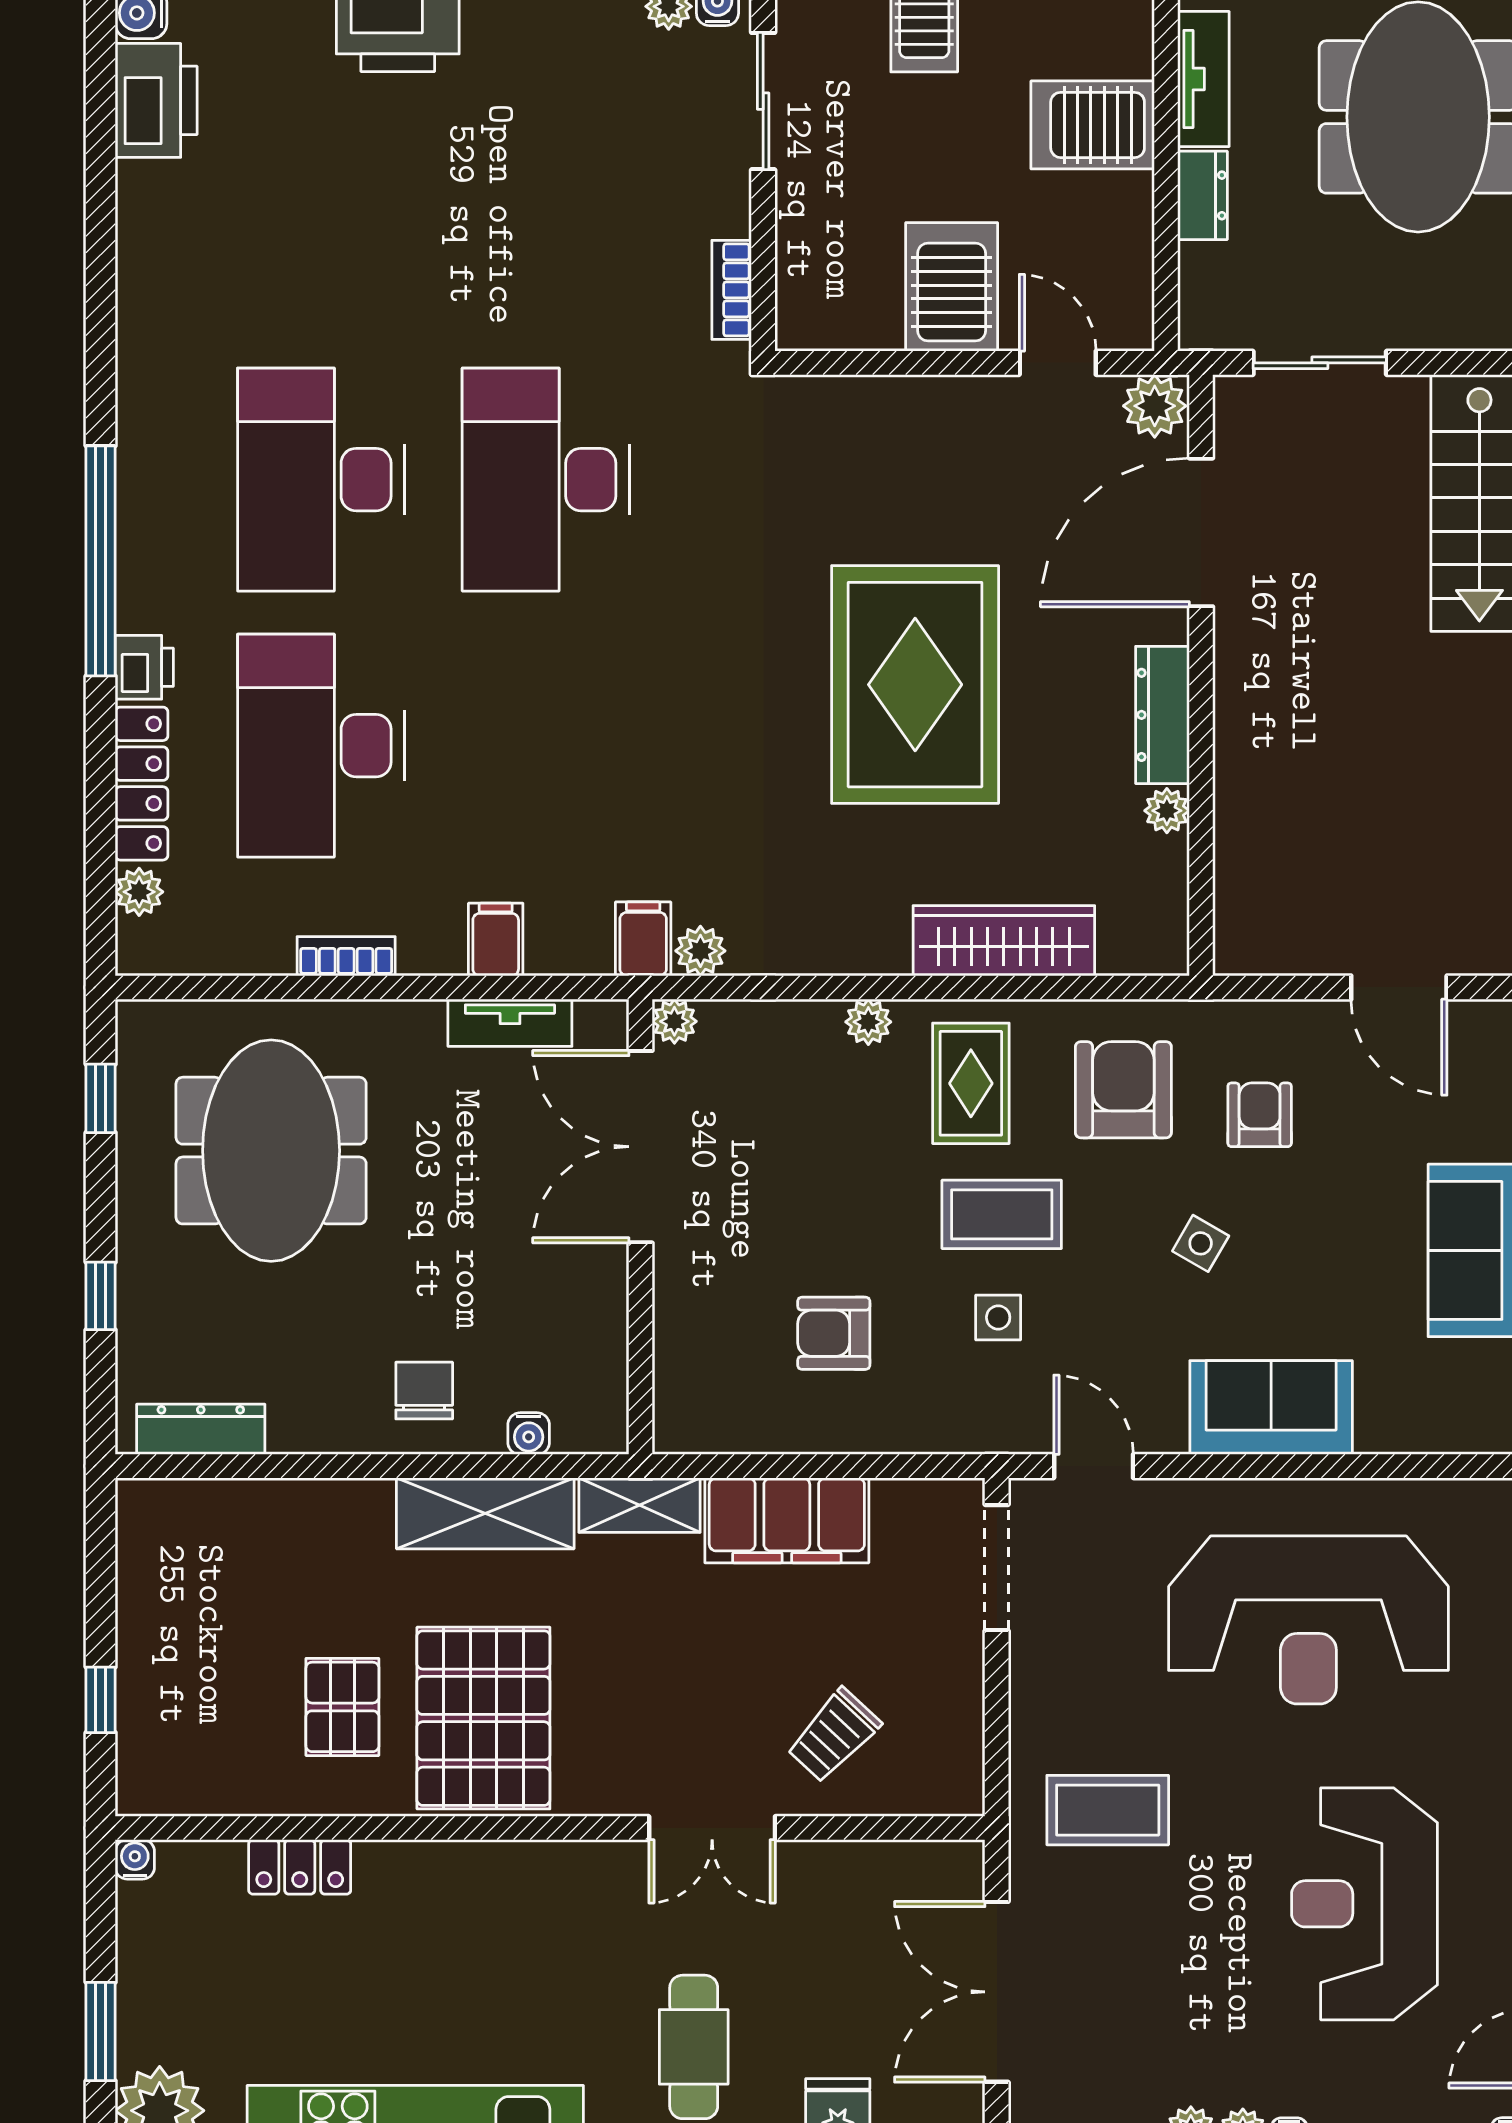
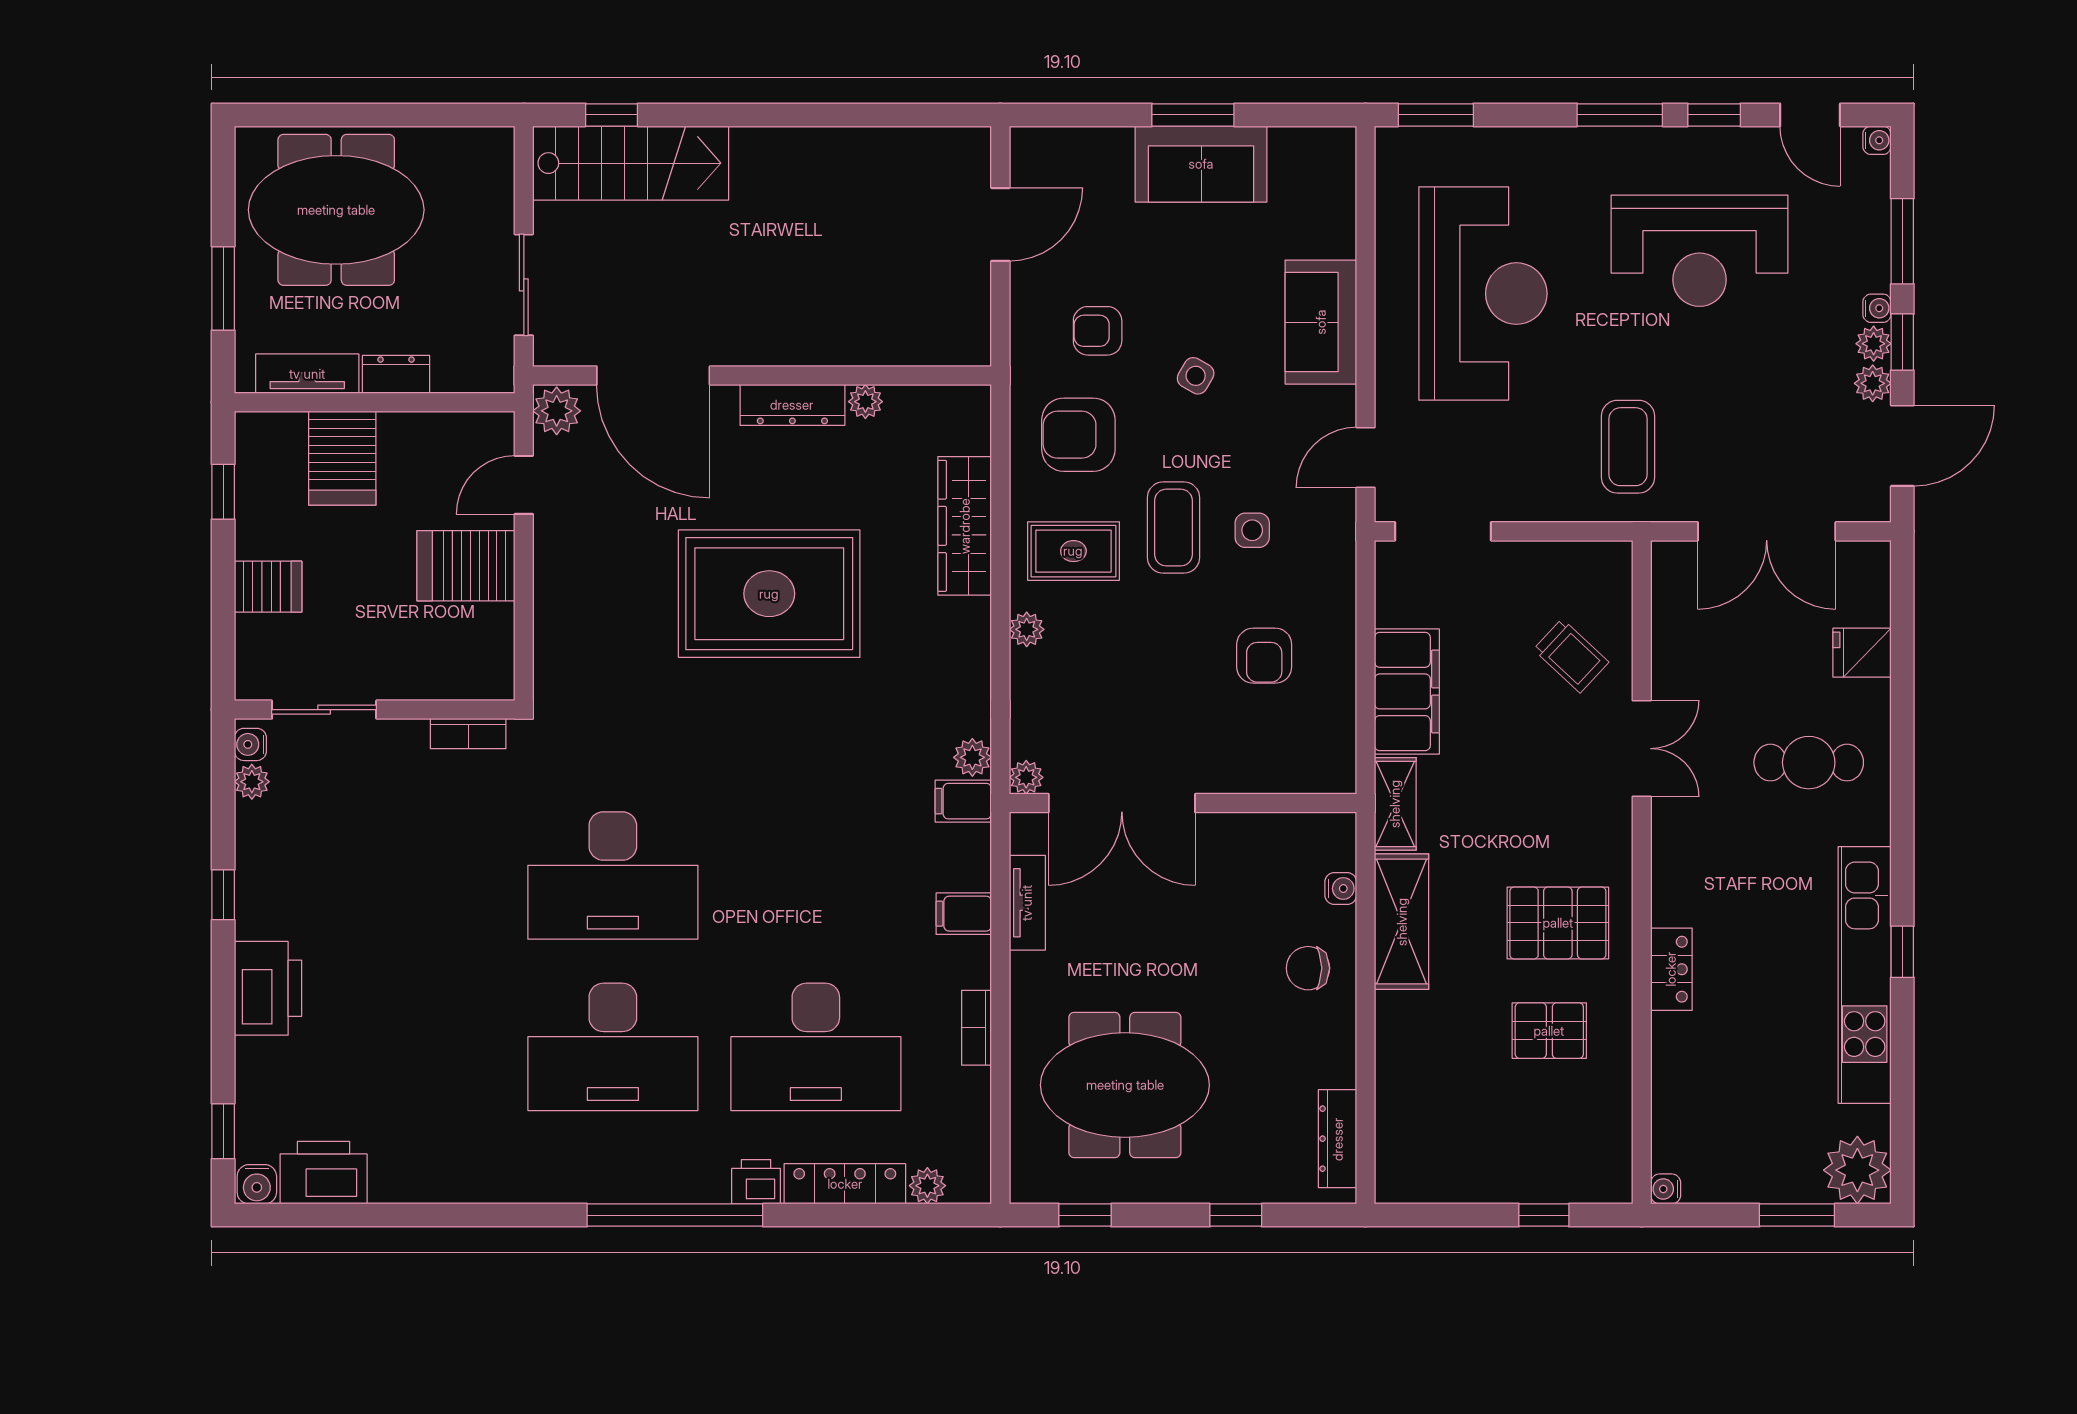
pallet: (483, 1718) -> (1558, 923), width x0.73, depth x0.71
locker: (300, 1867) -> (1671, 969), moved

